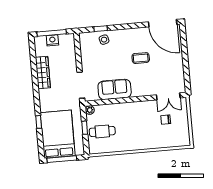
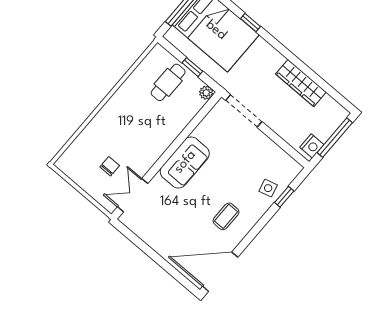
nightstand: (52, 40) -> (312, 146), moved
coffee table: (141, 58) -> (226, 216), moved
sofa: (115, 89) -> (185, 162), moved

